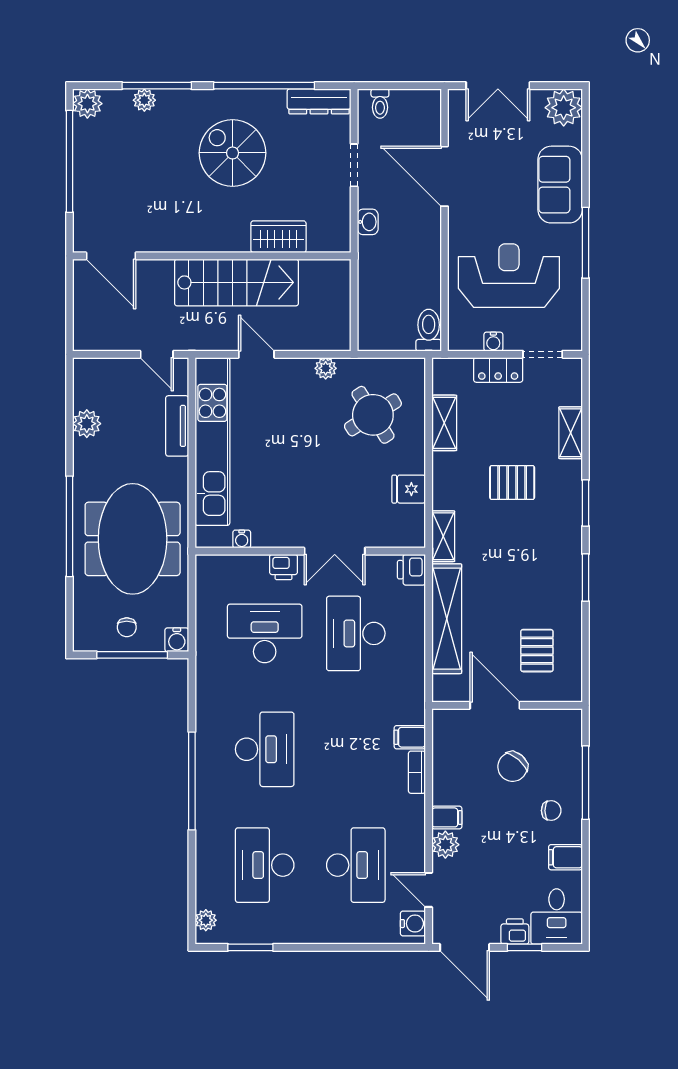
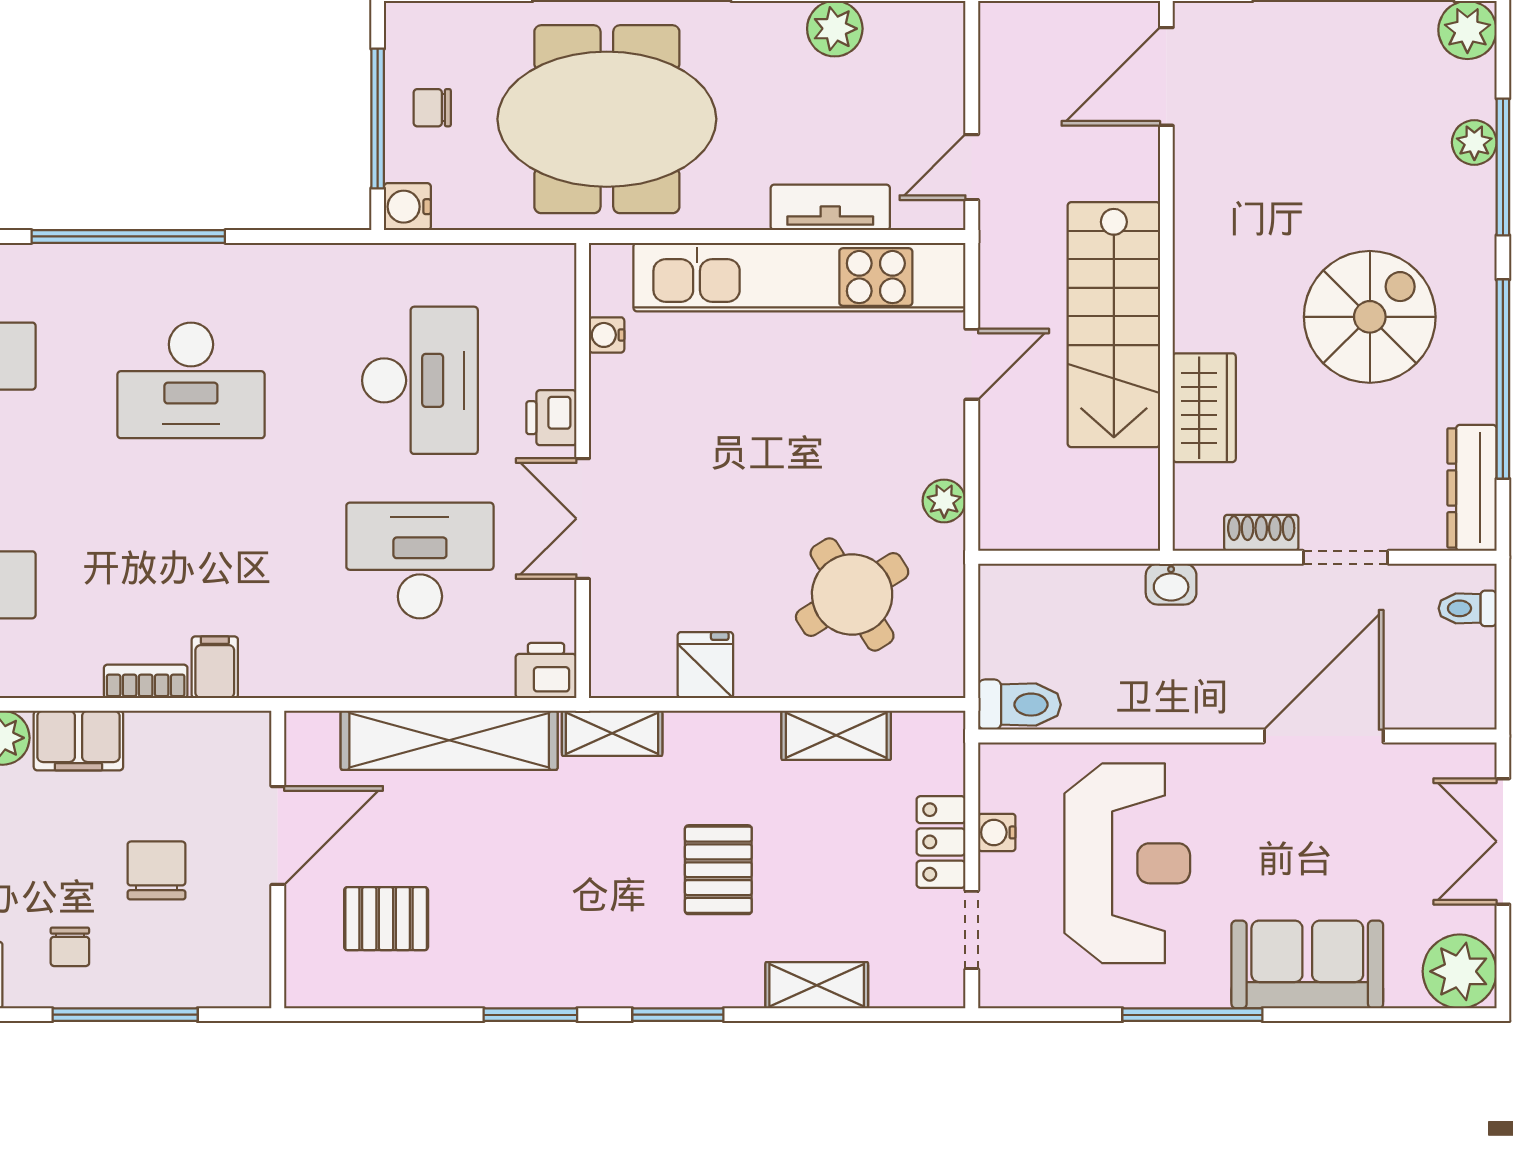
shoe rack: (342, 208) -> (1261, 533), added
washbasin: (368, 222) -> (1171, 584), moved
chair: (513, 767) -> (156, 870), turned 49
filing cabinet: (447, 817) -> (78, 741), width x2.00

